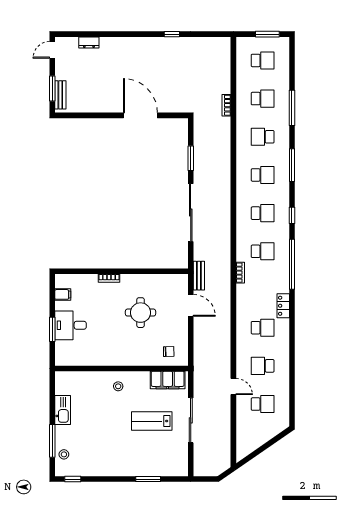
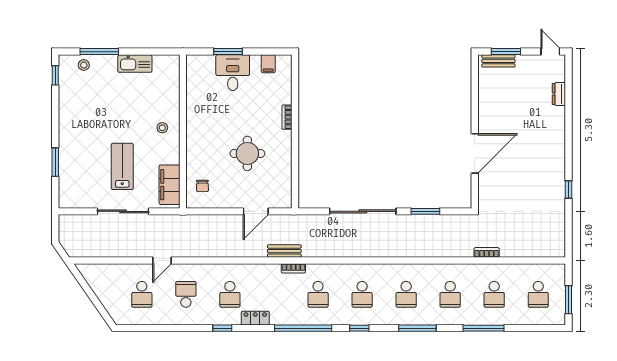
school desk: (263, 137) -> (450, 294), turned 180
bench: (199, 276) -> (284, 251), moved
window: (292, 334) -> (222, 328), added

